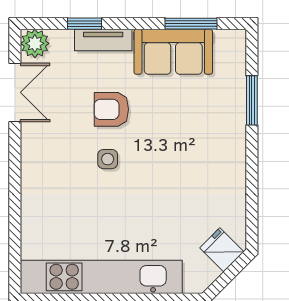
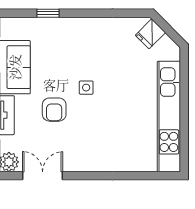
window: (252, 100) -> (48, 13), width x0.67
side table: (108, 159) -> (86, 88), moved

